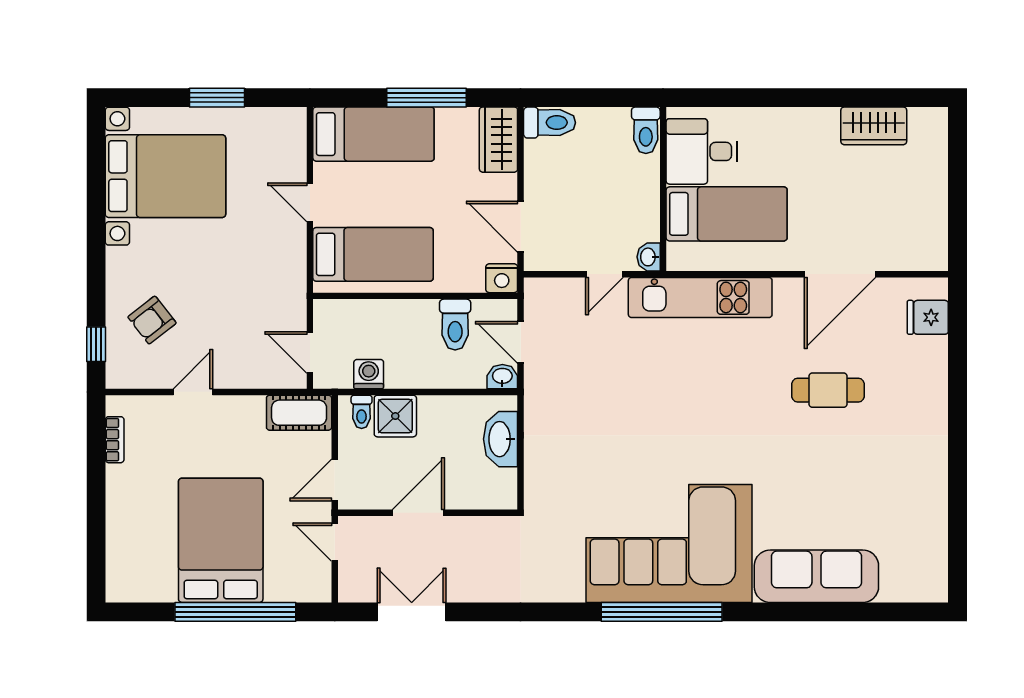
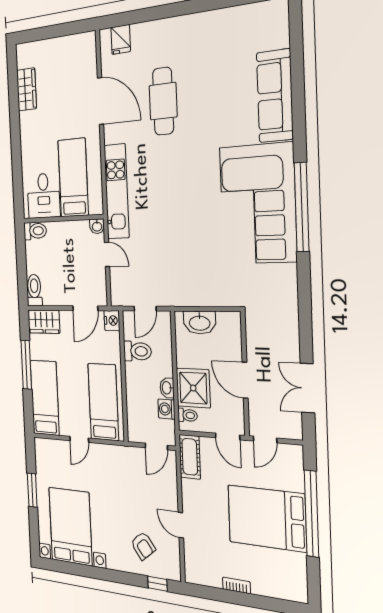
washbasin: (502, 377) -> (167, 388), moved
cafe table: (828, 390) -> (163, 101), width x1.37, depth x1.35
shower: (395, 416) -> (193, 388), width x1.36, depth x1.36
bookcase: (115, 440) -> (236, 585), moved

